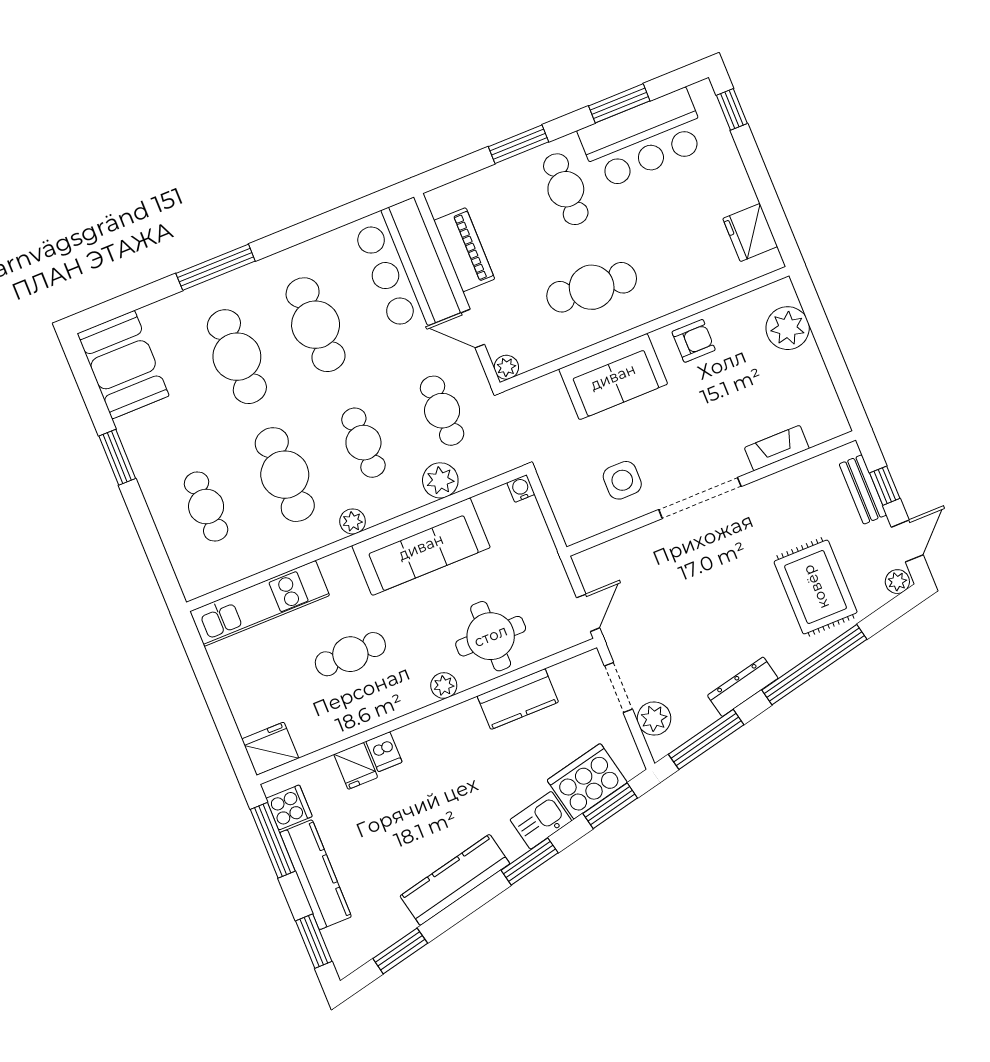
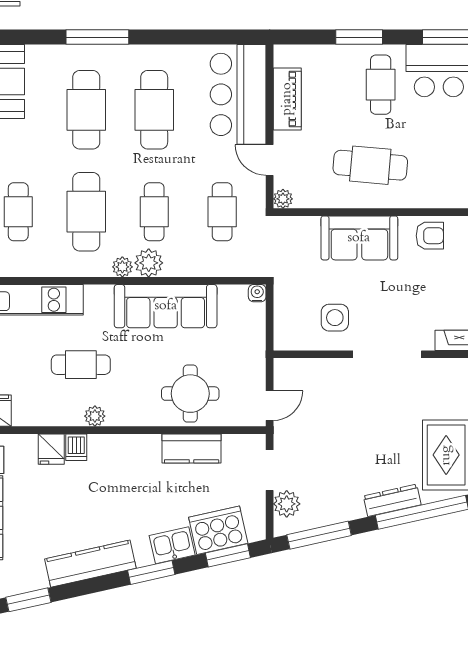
plant: (440, 480) -> (149, 263), moved
plant: (444, 686) -> (95, 416), moved
dresser: (743, 687) -> (392, 500), moved

